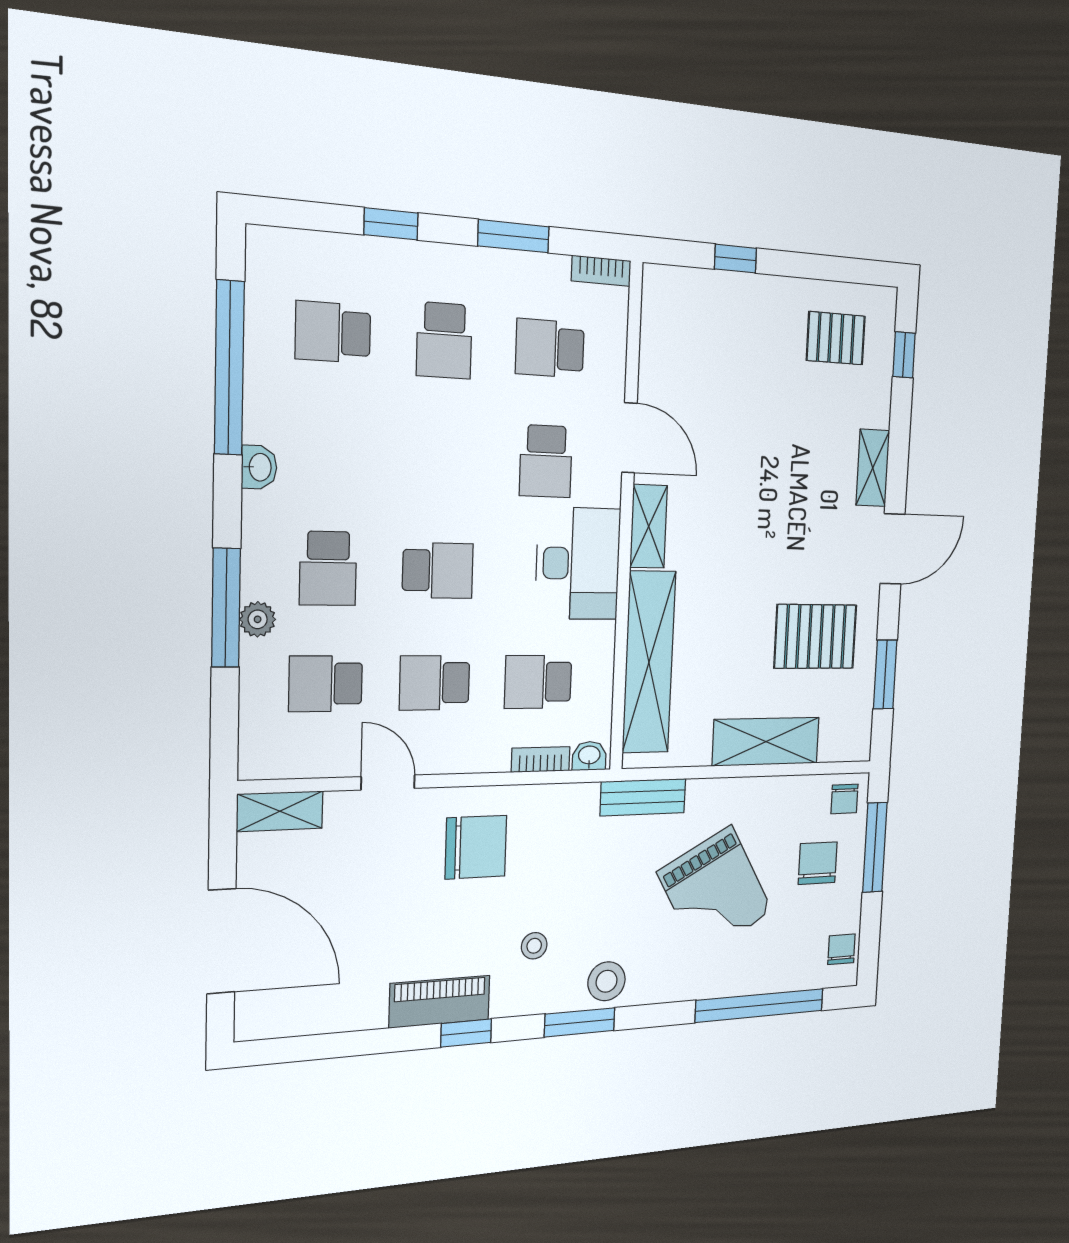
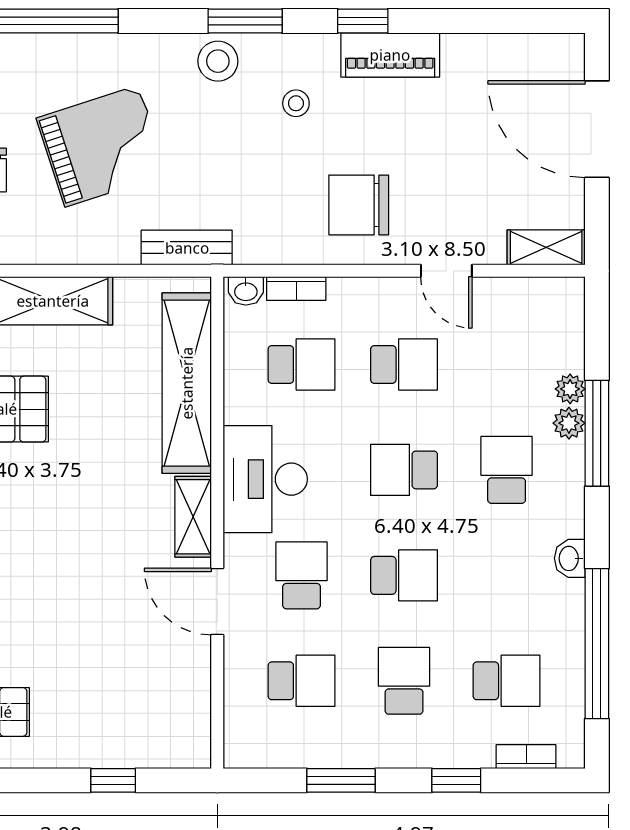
bookcase: (601, 271) -> (526, 757), moved
plant: (256, 657) -> (570, 389), added
school desk: (326, 684) -> (404, 575), moved
grand piano: (715, 892) -> (102, 146), turned 101

